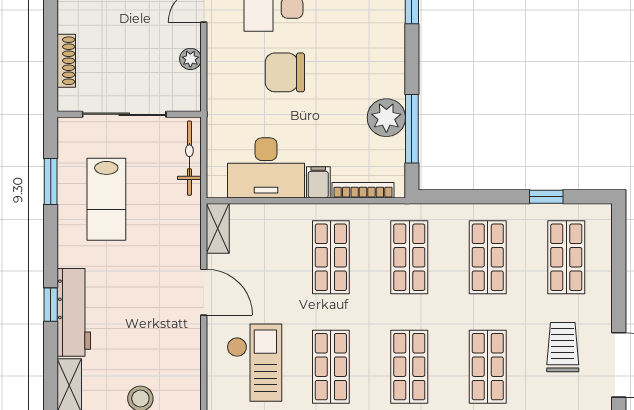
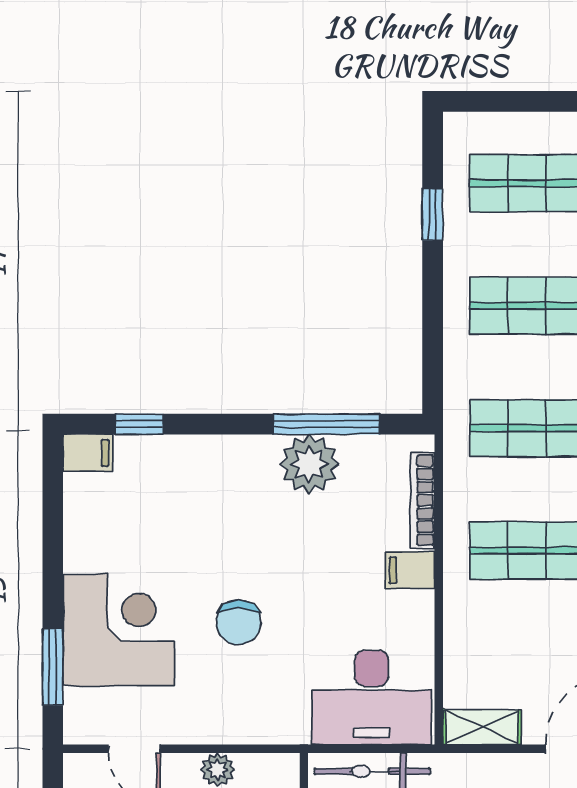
chair: (285, 72) -> (239, 622), width x0.73, depth x0.73
desk: (266, 168) -> (372, 698), moved, turned 90

